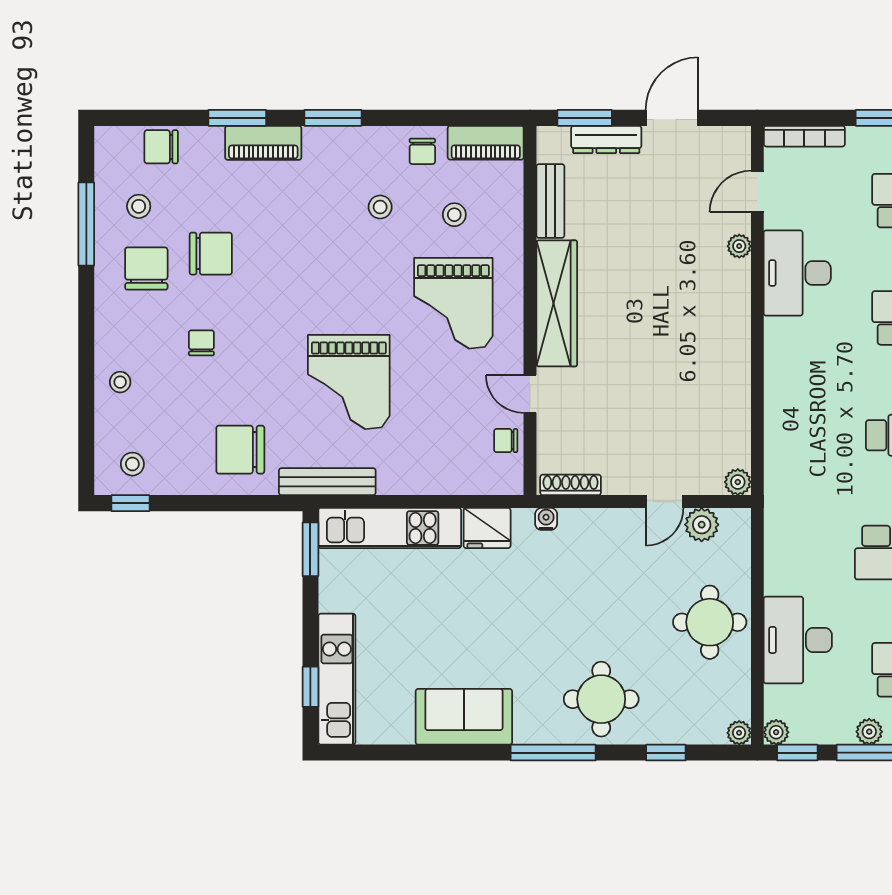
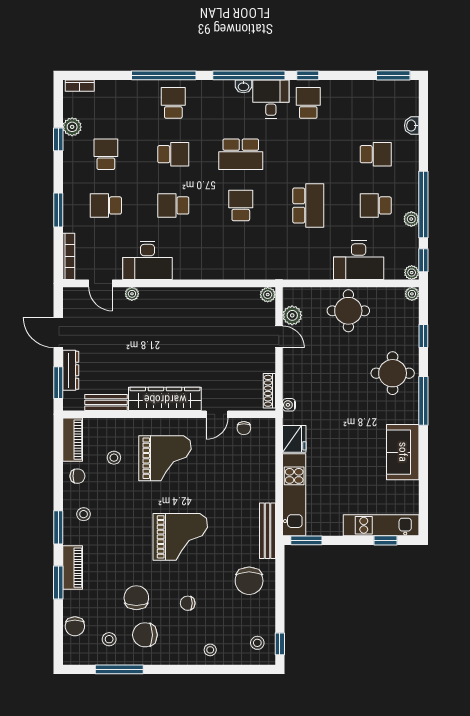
stool: (380, 207) -> (84, 514), moved
grand piano: (349, 382) -> (180, 537), moved

